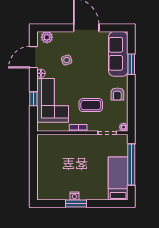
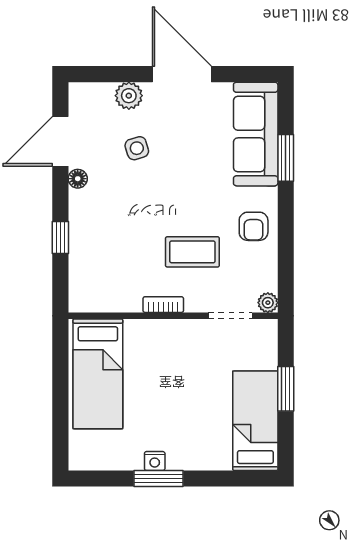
plant: (47, 37) -> (129, 96), moved
corner sofa: (53, 100) -> (105, 241), removed
bed: (50, 158) -> (98, 374), added
window: (131, 165) -> (286, 389), width x0.47

